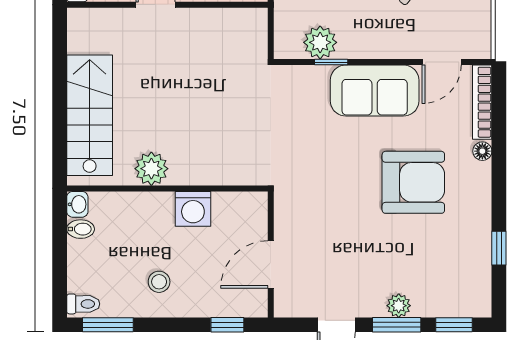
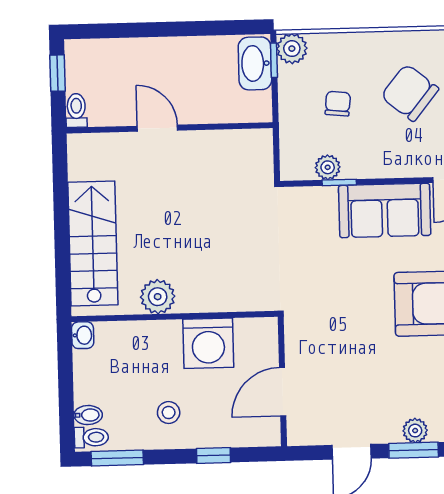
plant: (320, 42) -> (328, 167), width x0.73, depth x0.73
washing machine: (193, 209) -> (208, 343), width x1.37, depth x1.37
bidet: (81, 229) -> (88, 415), moved
window: (227, 325) -> (213, 455), moved

